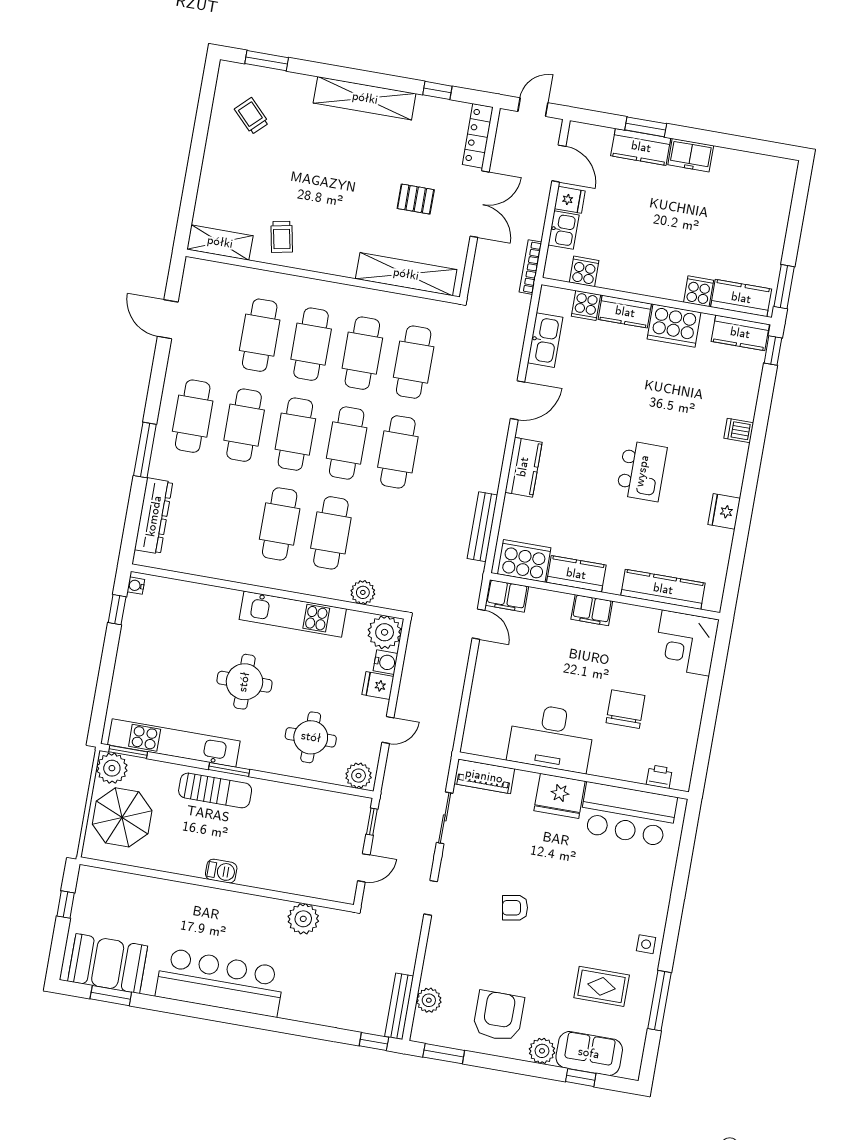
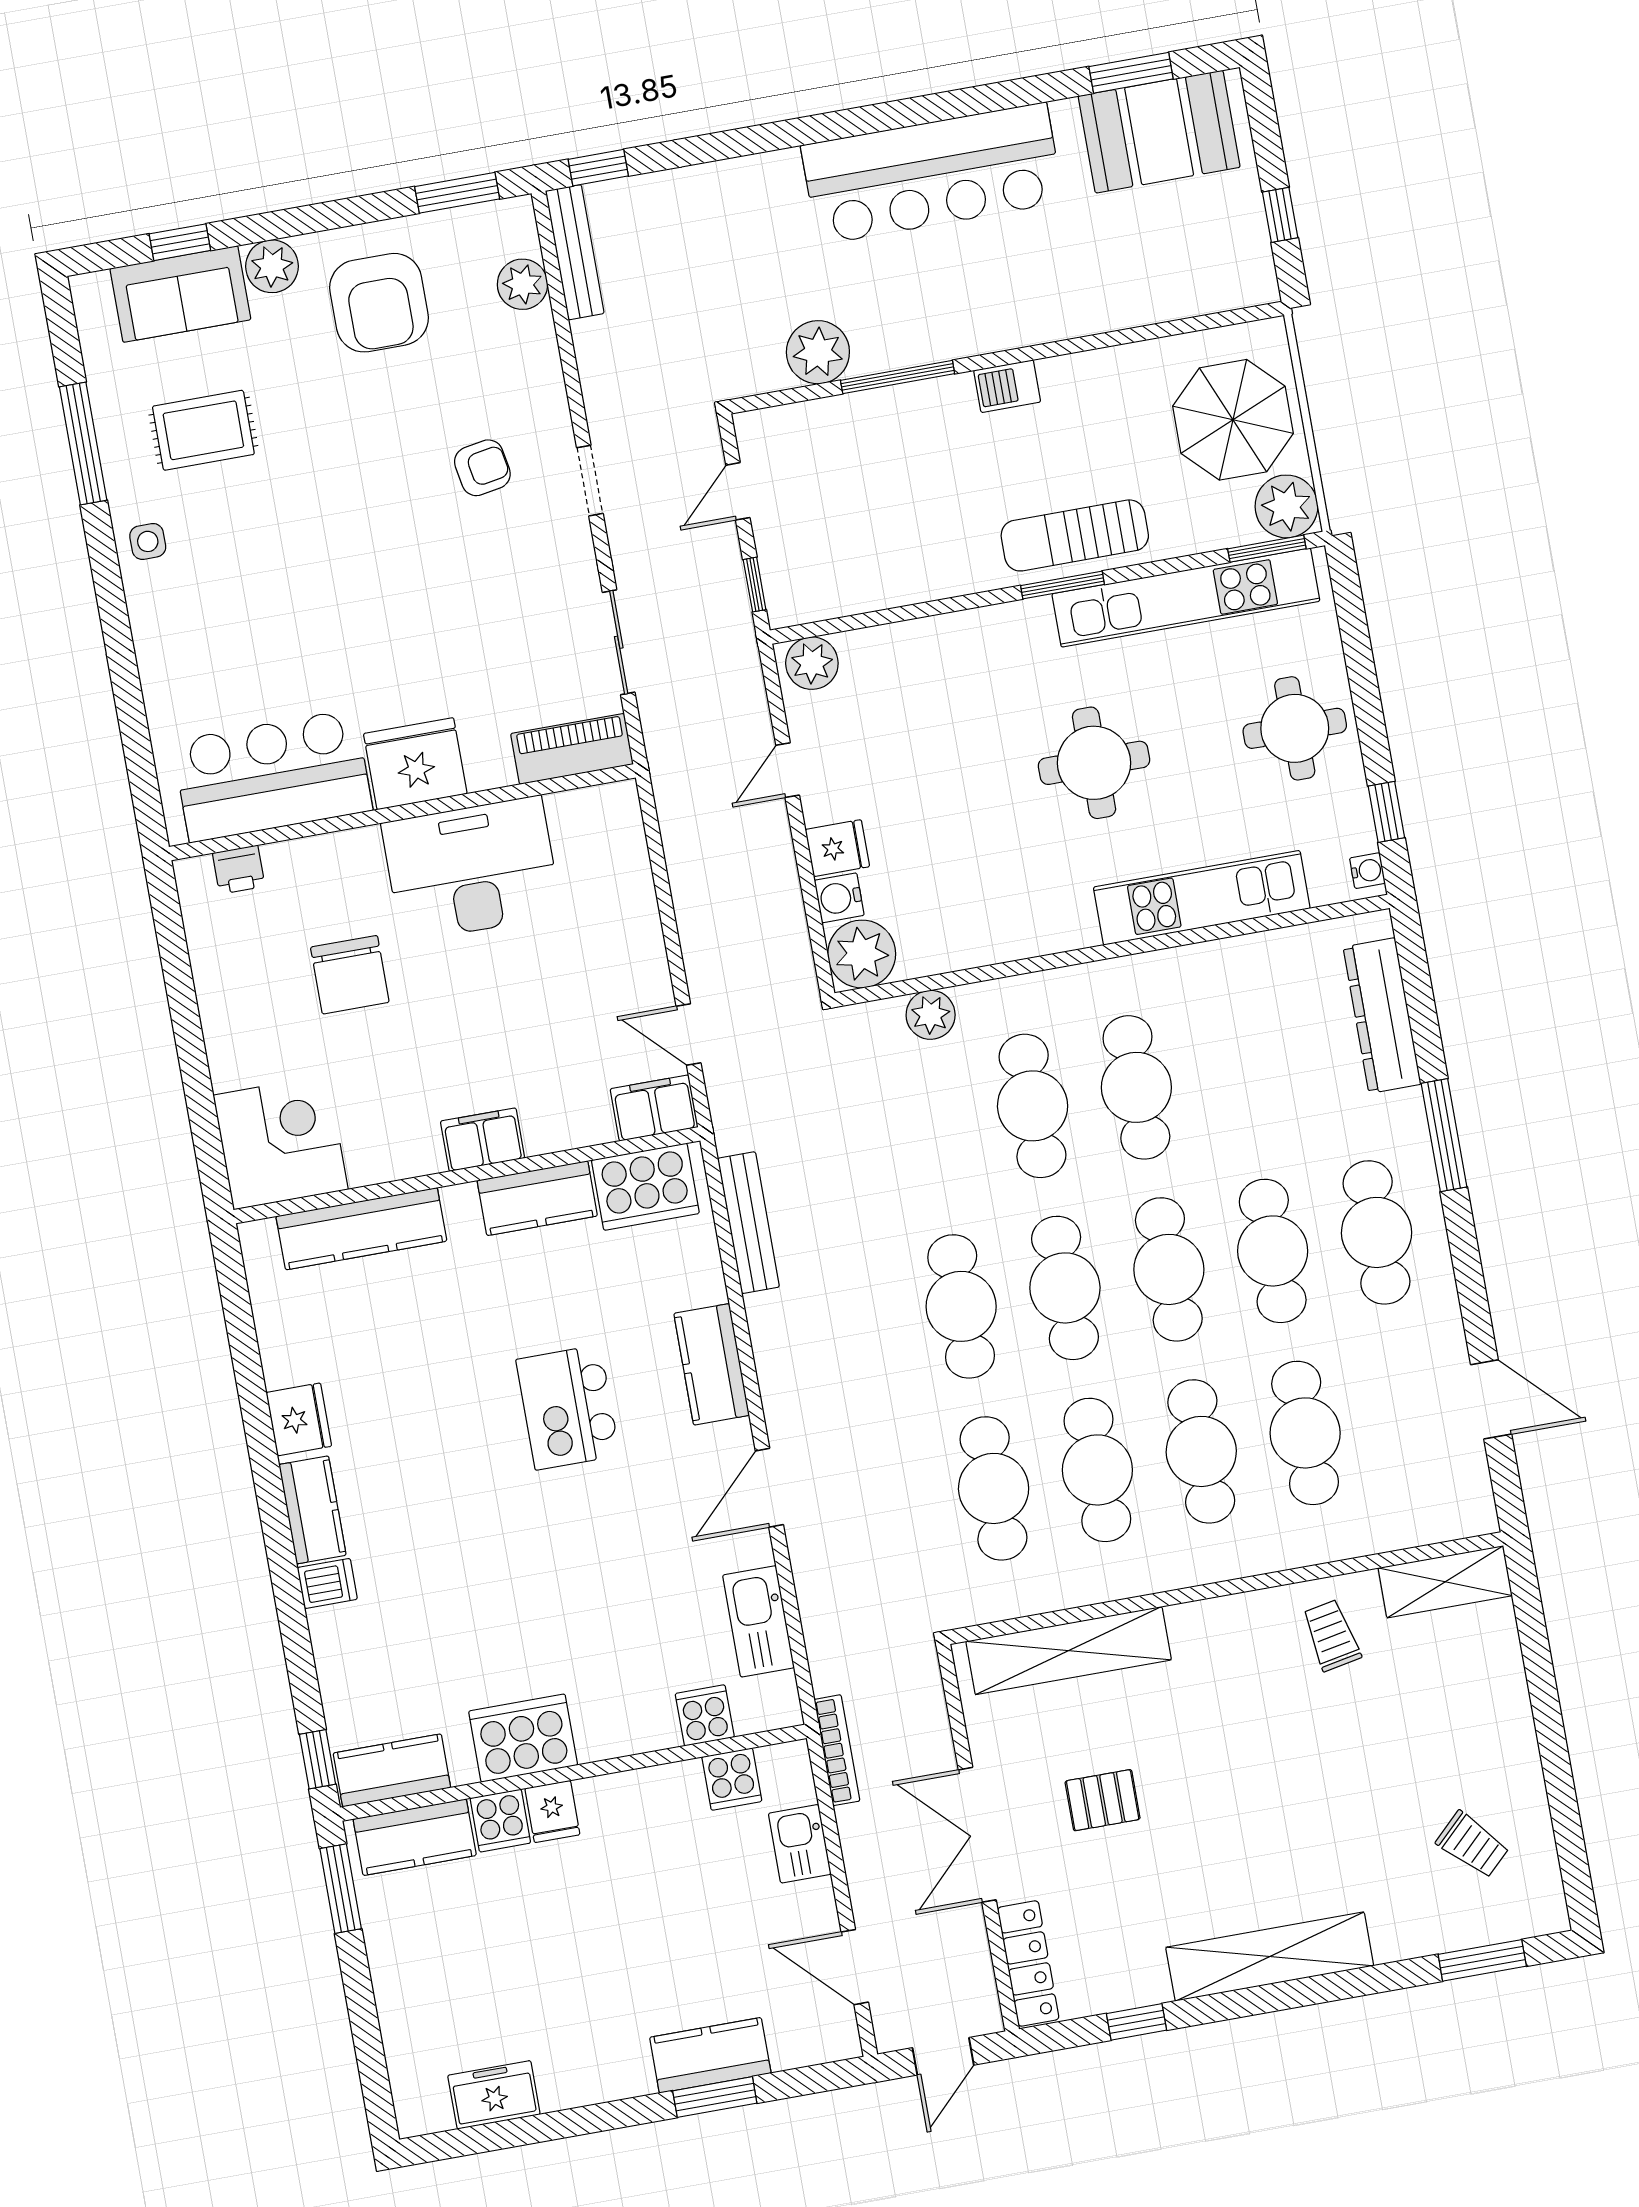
freezer: (691, 155) -> (494, 2095), moved
fridge: (570, 200) -> (552, 1812), moved, turned -90
kitchen counter: (625, 312) -> (312, 1510), moved, turned 90
kitchen island: (642, 471) -> (568, 1407), moved
kitchen unit: (293, 614) -> (1202, 898), moved
round table: (311, 737) -> (1295, 728), moved
window: (270, 894) -> (898, 377), added
armchair: (515, 908) -> (482, 468), moved

